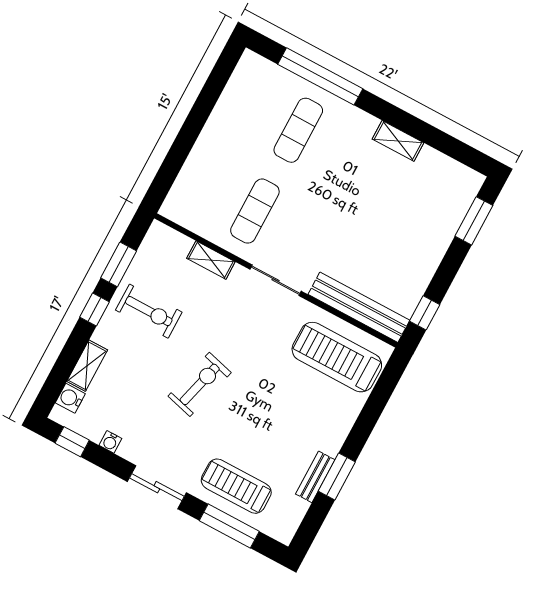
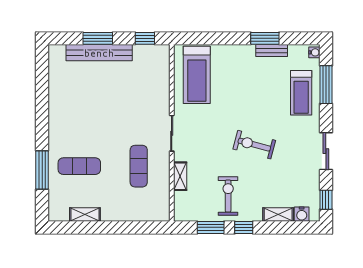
window: (320, 76) -> (42, 170), width x0.68
shelving: (398, 141) -> (85, 214), moved, turned 90
exercise mat: (255, 211) -> (139, 166), turned 90
window: (474, 221) -> (98, 38), moved
bench: (359, 307) -> (99, 53), moved, turned 90
water cooler: (110, 442) -> (314, 52), moved
sliding door: (157, 487) -> (326, 151), moved

